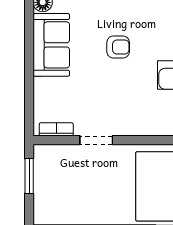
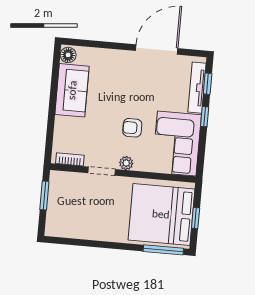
armchair: (118, 47) -> (132, 128), moved, turned 180
plant: (125, 128) -> (126, 163), added

